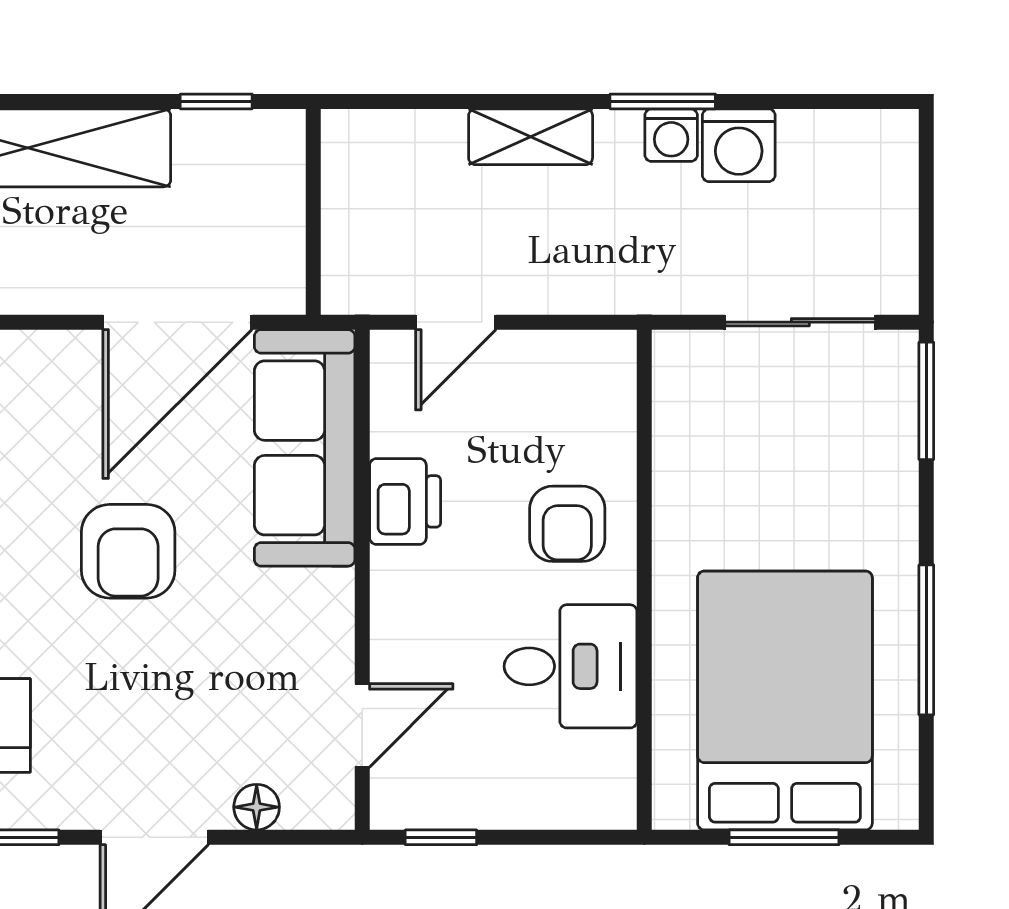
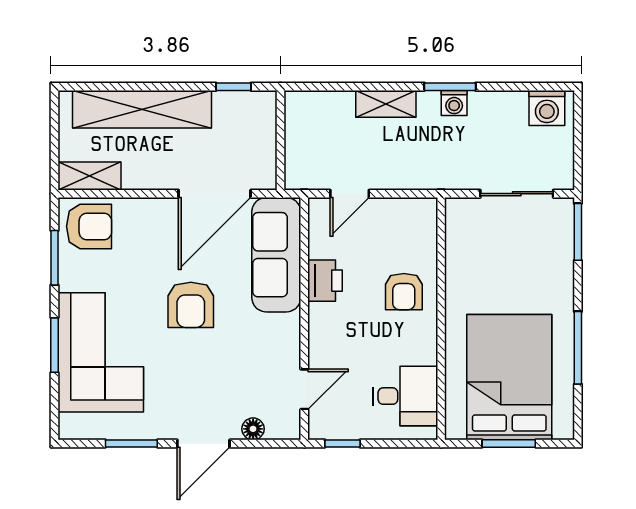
washing machine: (739, 145) -> (547, 108), moved
desk: (570, 666) -> (405, 396), moved

